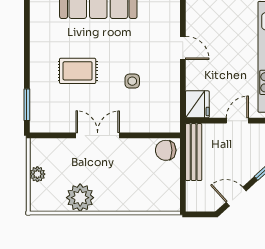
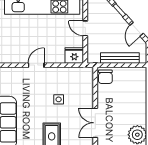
bench: (194, 152) -> (120, 58), moved

